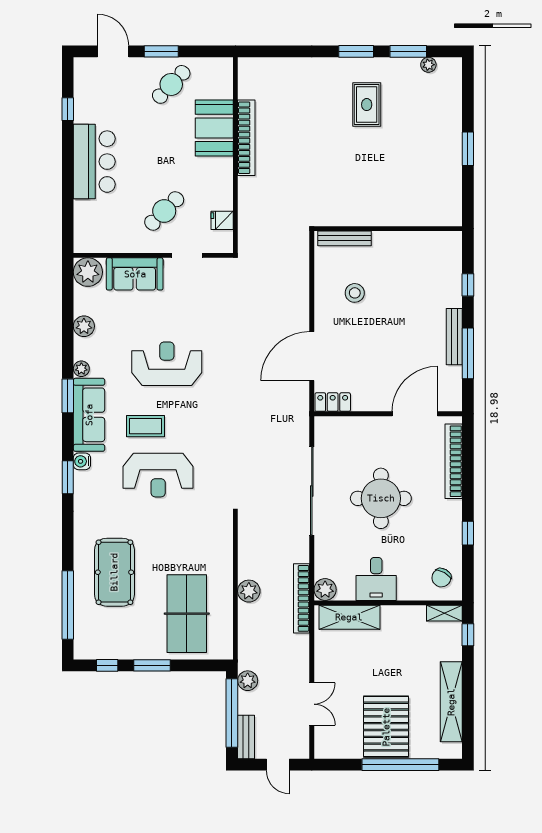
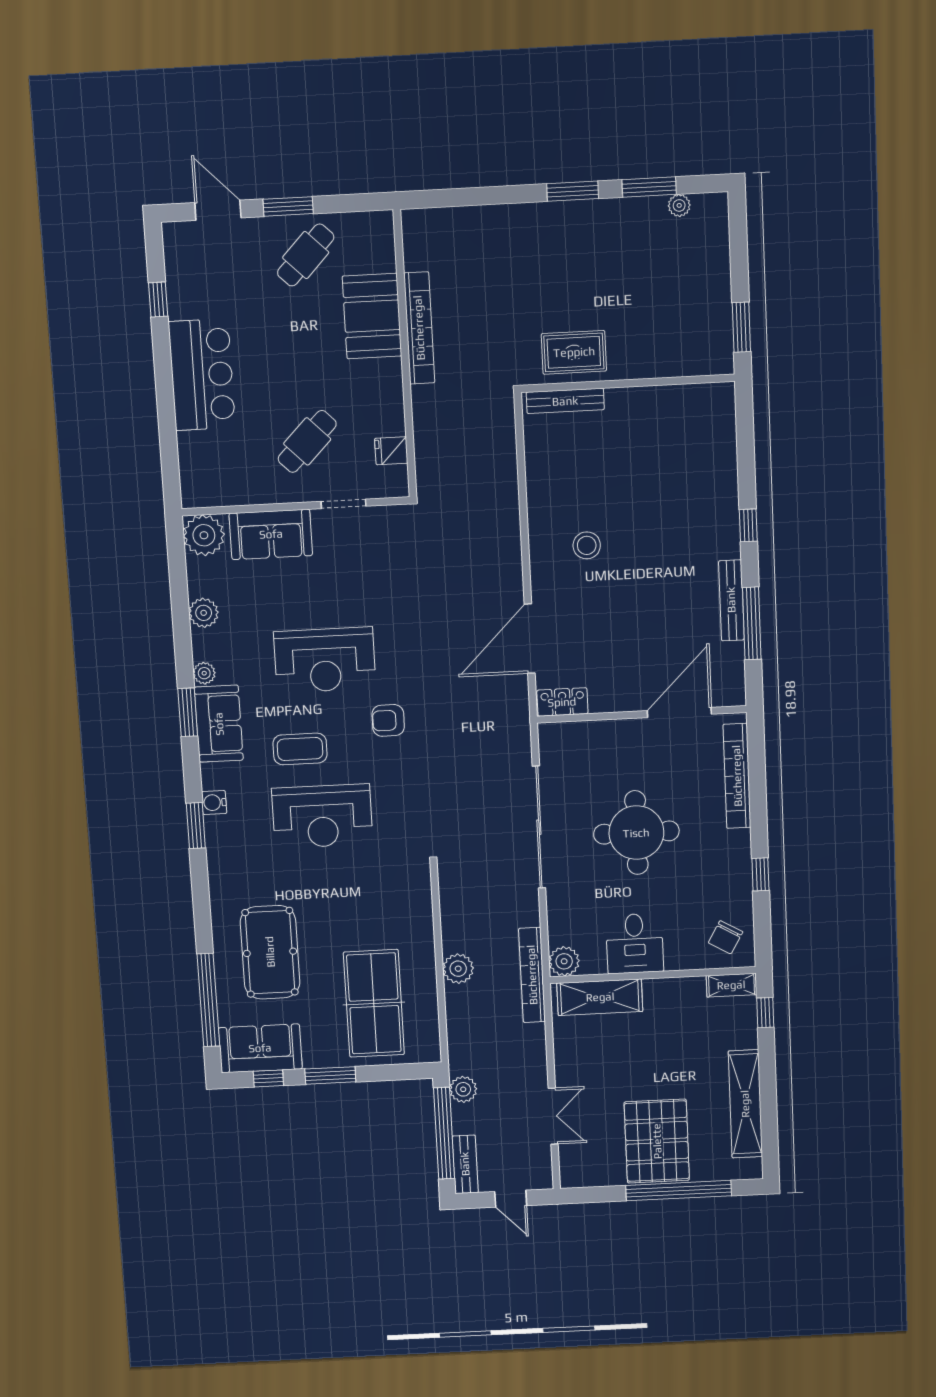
rug: (367, 105) -> (574, 352), moved, turned 90
wall: (388, 229) -> (628, 383), moved
bench: (344, 238) -> (565, 401), moved
reception desk: (167, 364) -> (325, 660), turned 180
armchair: (209, 409) -> (388, 720), added
sofa: (89, 415) -> (219, 724), width x0.73
sofa: (103, 643) -> (260, 1048), added

